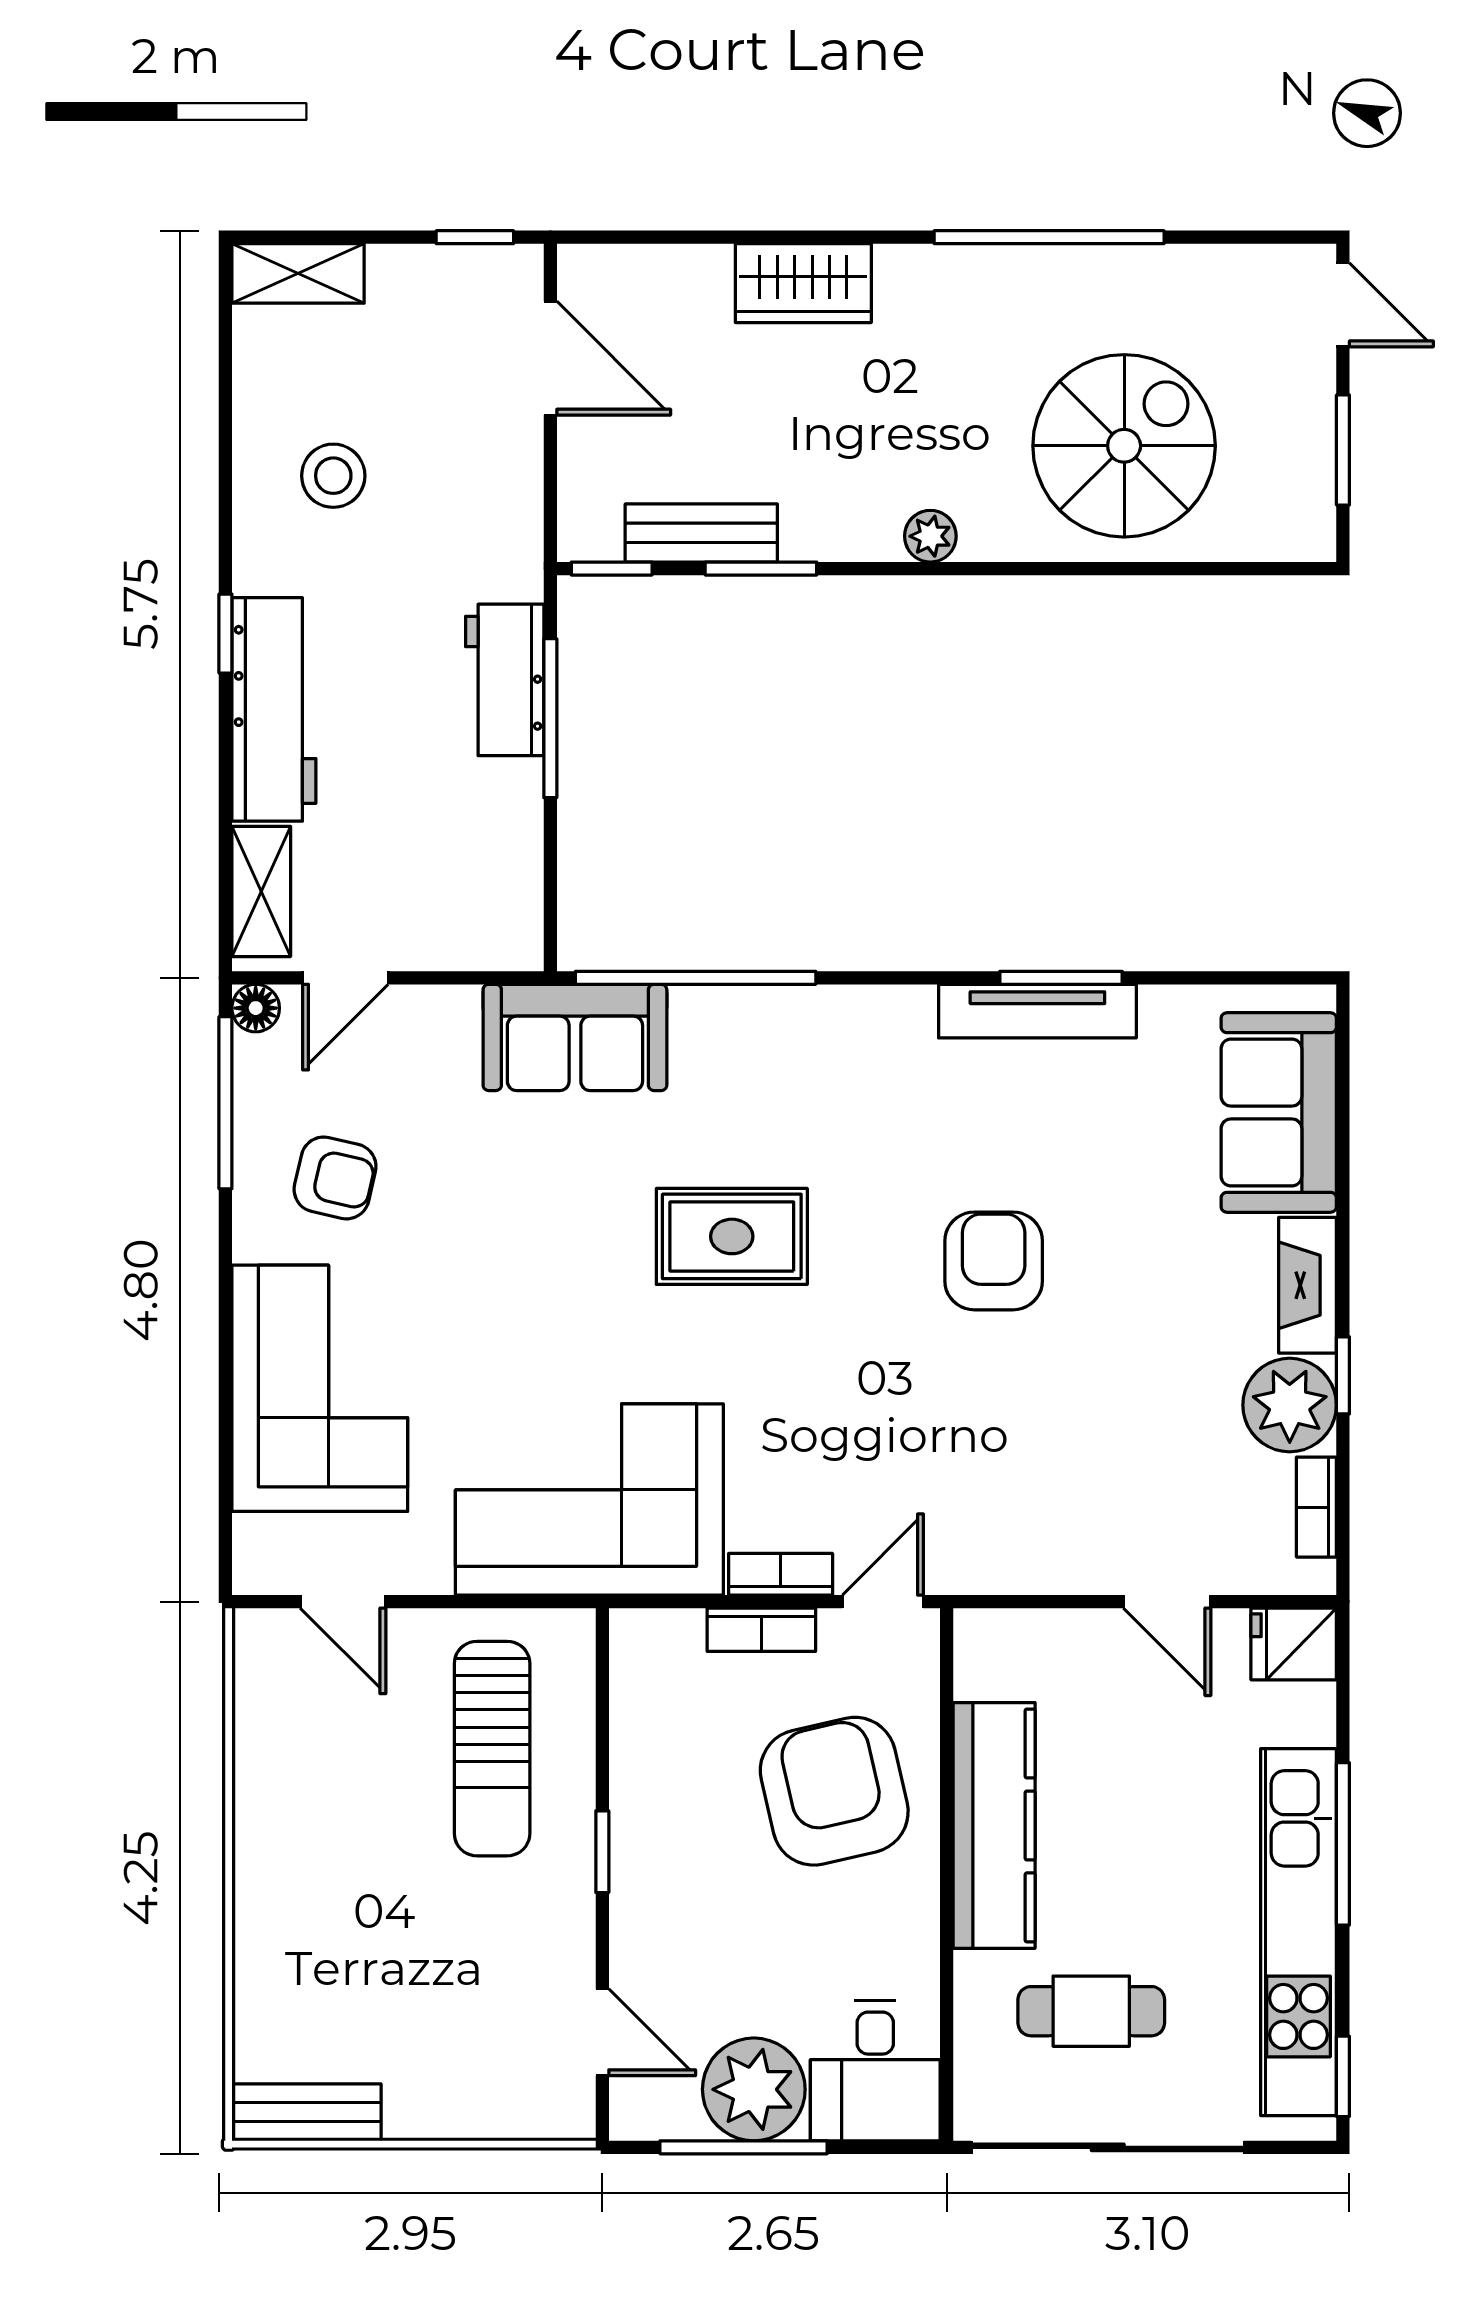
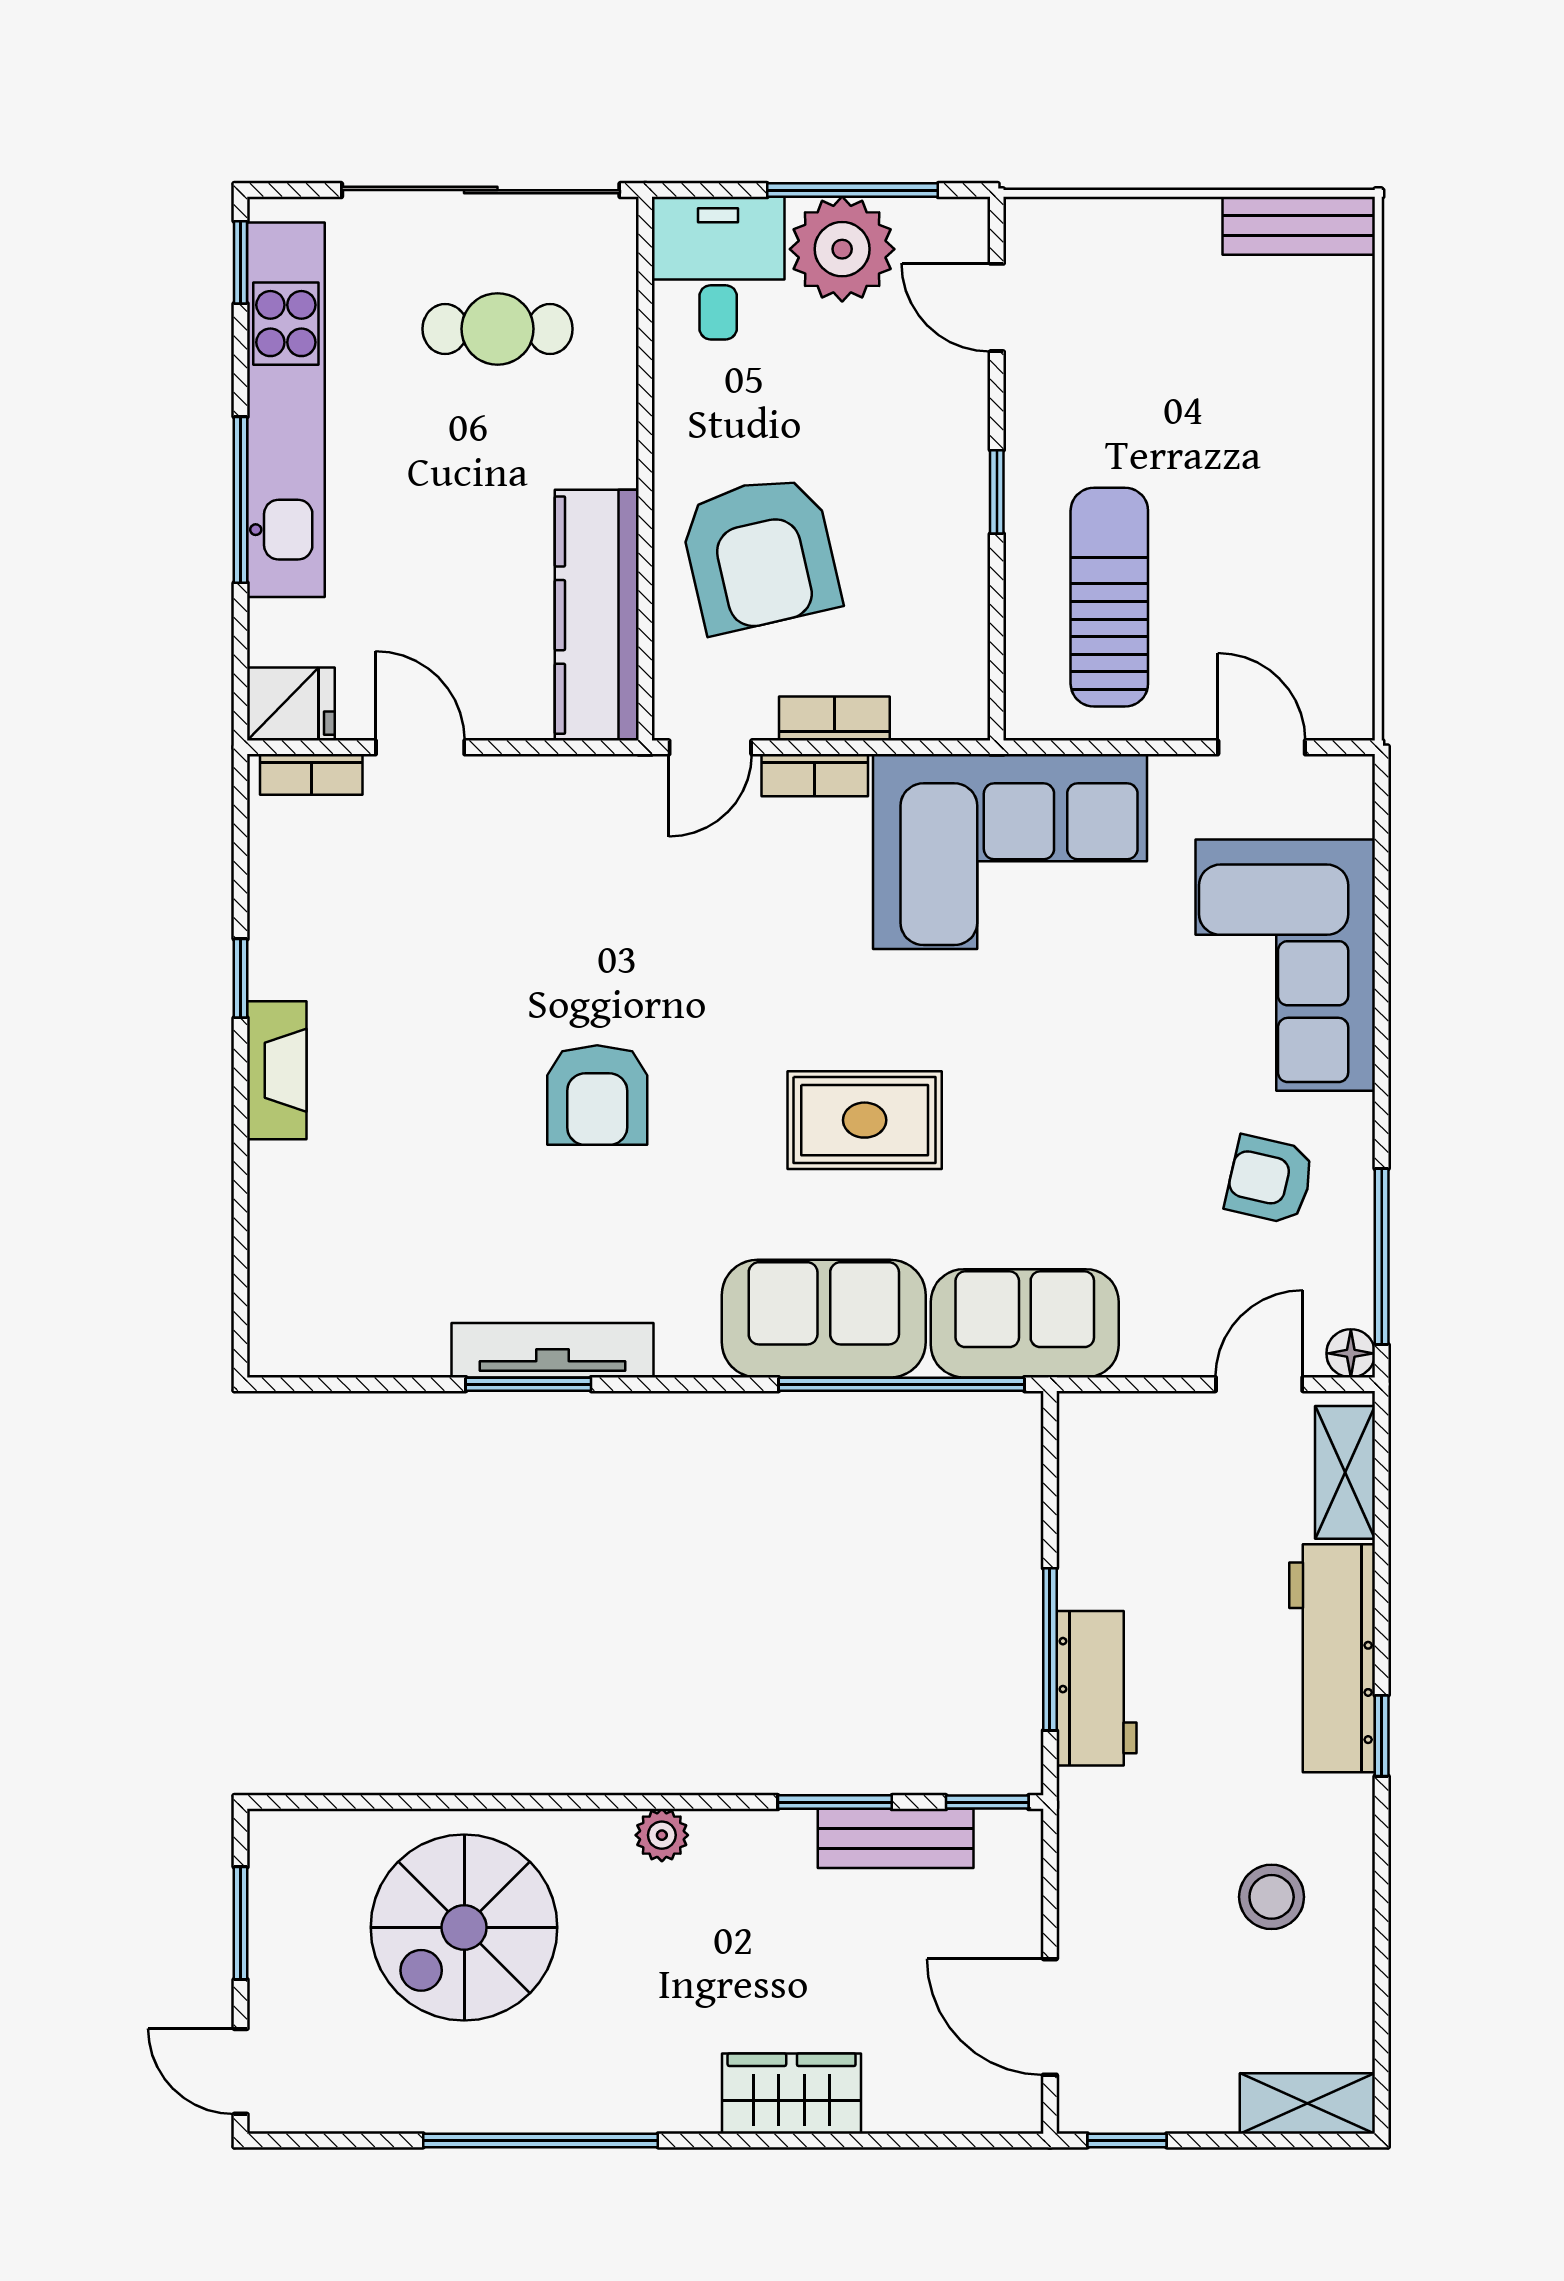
sofa: (1279, 1113) -> (824, 1319), moved, turned -90
plant: (1290, 1405) -> (295, 948), removed
bookcase: (1316, 1507) -> (311, 774), moved, turned 90
kitchen counter: (994, 1825) -> (597, 615), moved

